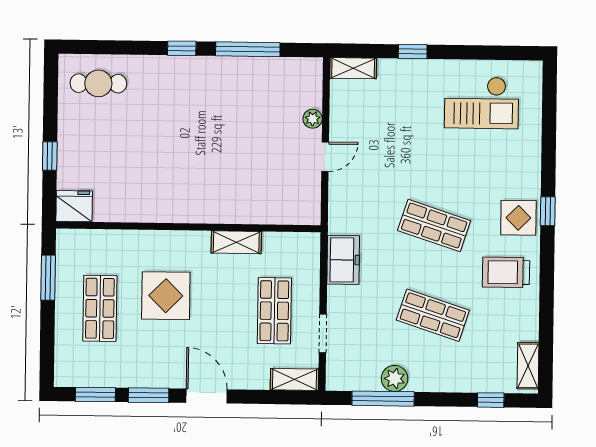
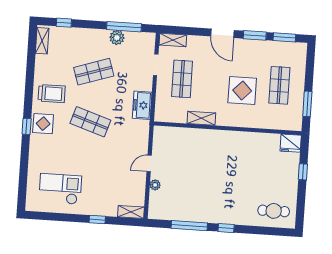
shop shelf: (433, 315) -> (94, 72), turned -36

